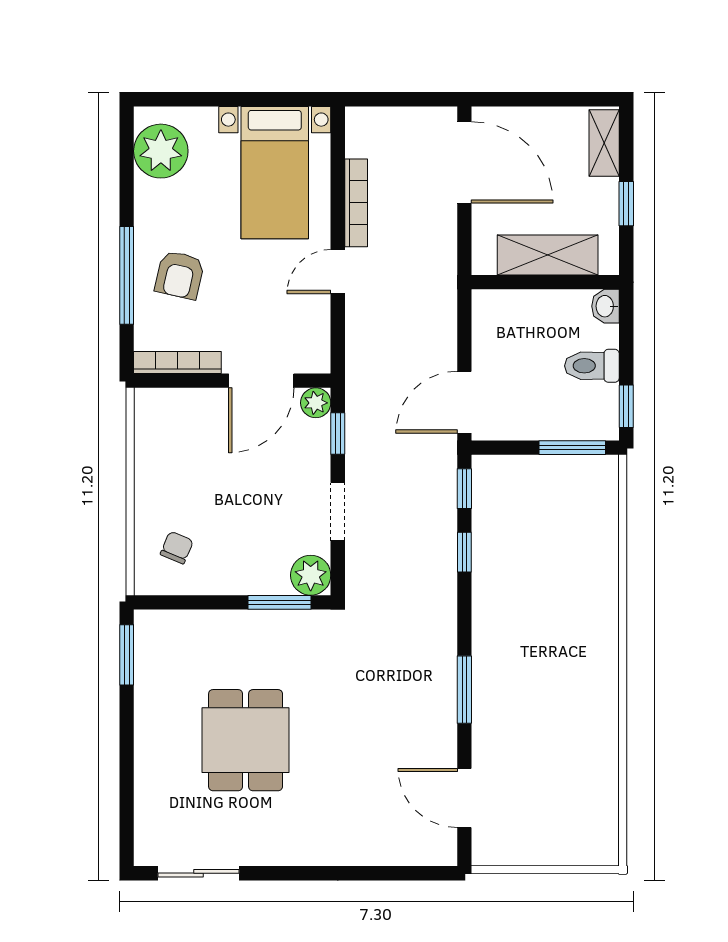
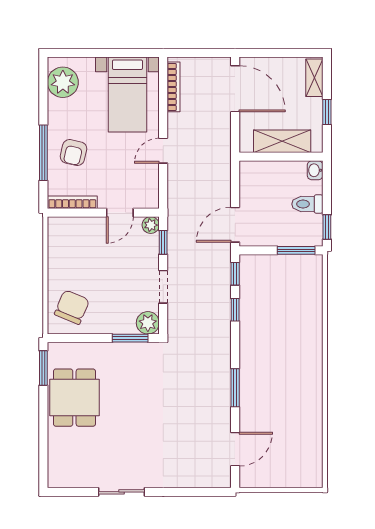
bookcase: (356, 203) -> (174, 87), moved
door: (261, 381) -> (120, 213), width x0.73
chair: (177, 548) -> (72, 307), width x1.87, depth x1.87
dining table: (246, 740) -> (74, 398), moved
door: (464, 798) -> (235, 449), swing flipped
sliding door: (198, 873) -> (122, 492), moved

